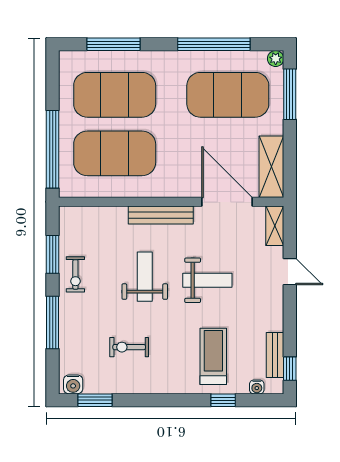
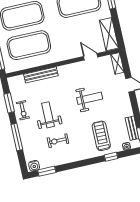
door: (227, 202) -> (91, 57), width x0.53
bench: (161, 215) -> (41, 75), moved
weight bench: (145, 277) -> (48, 115), moved

